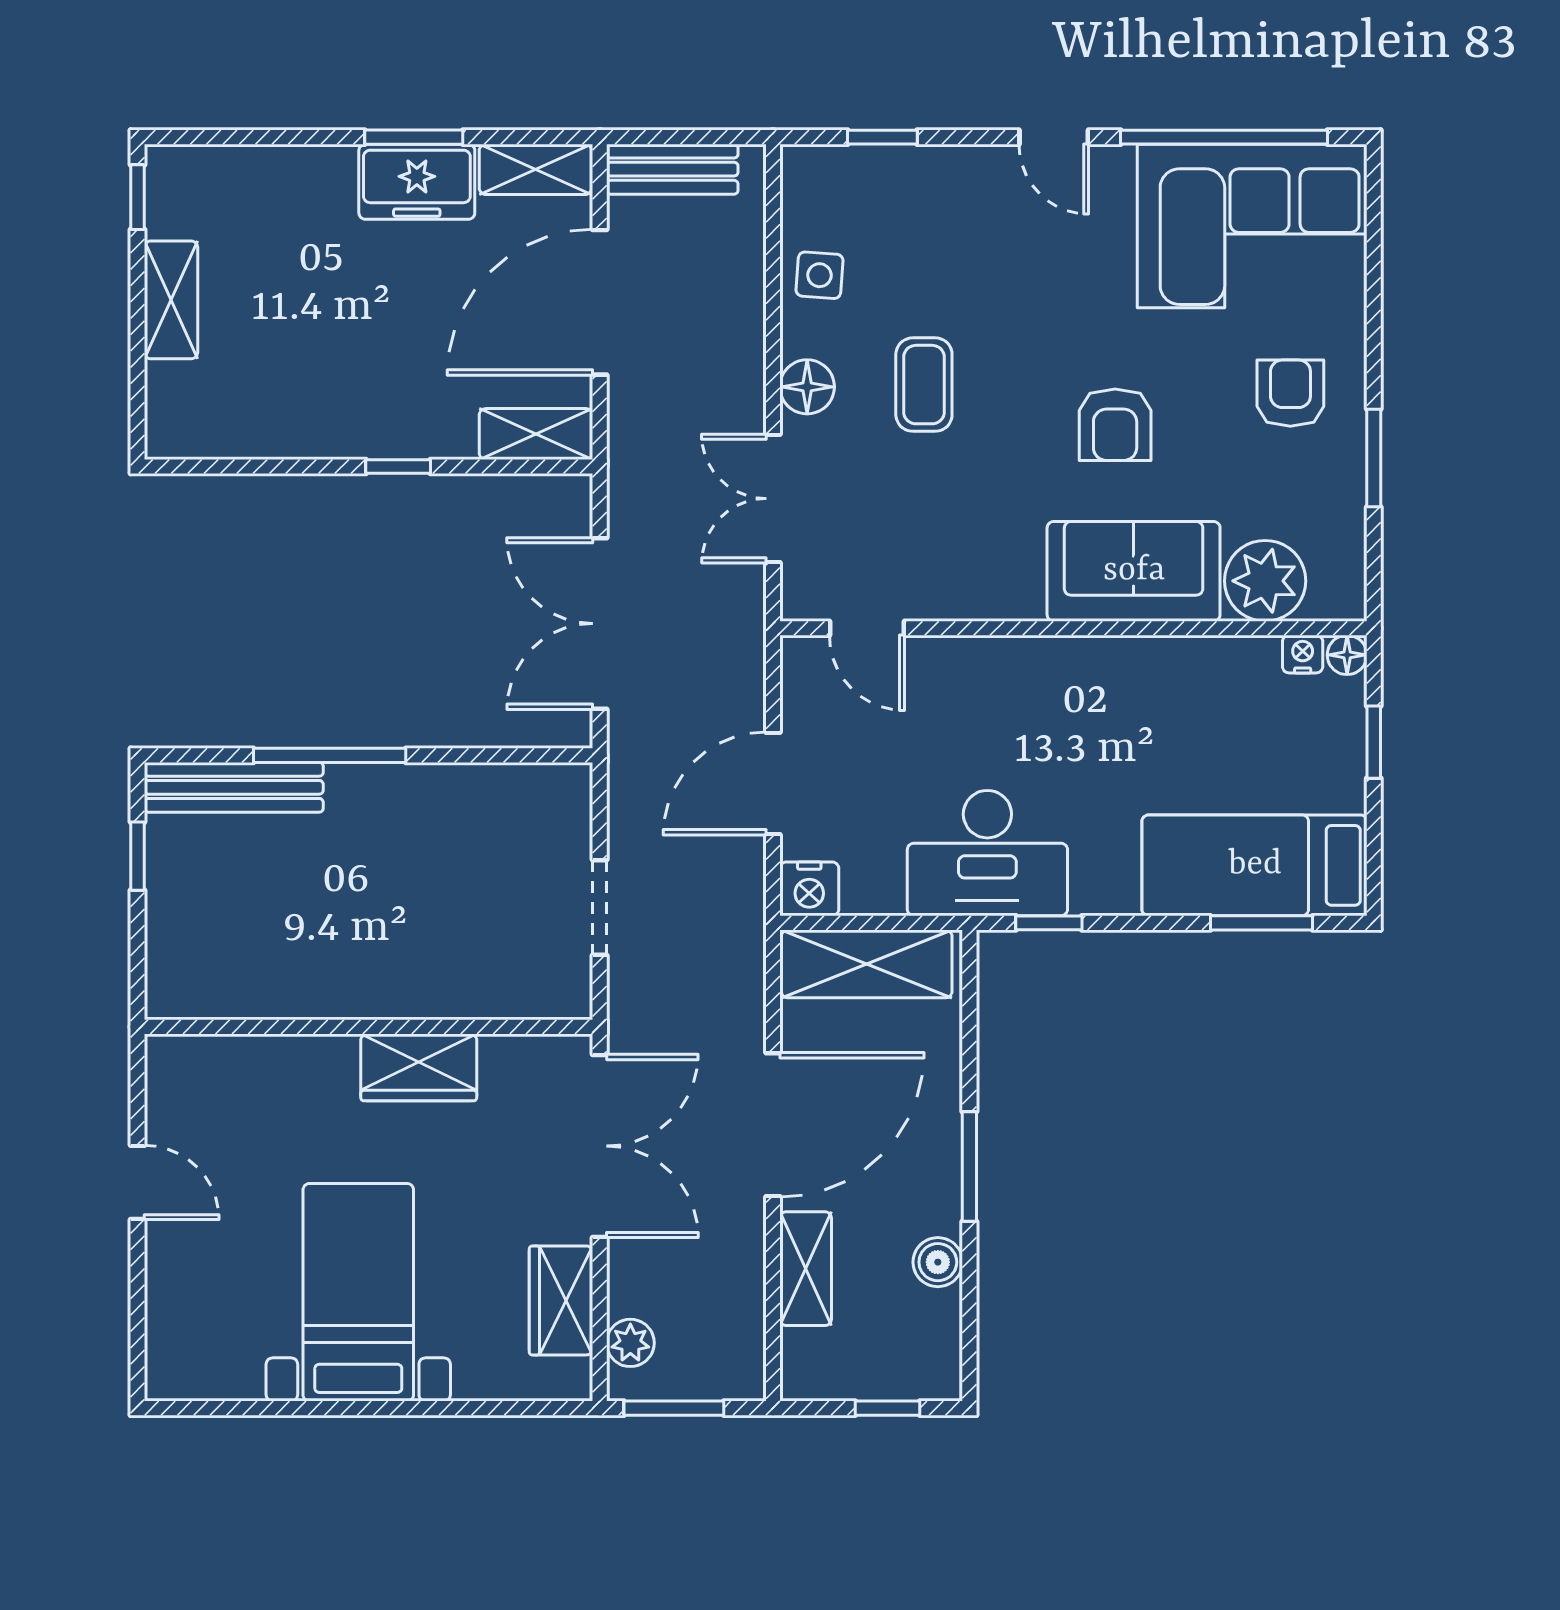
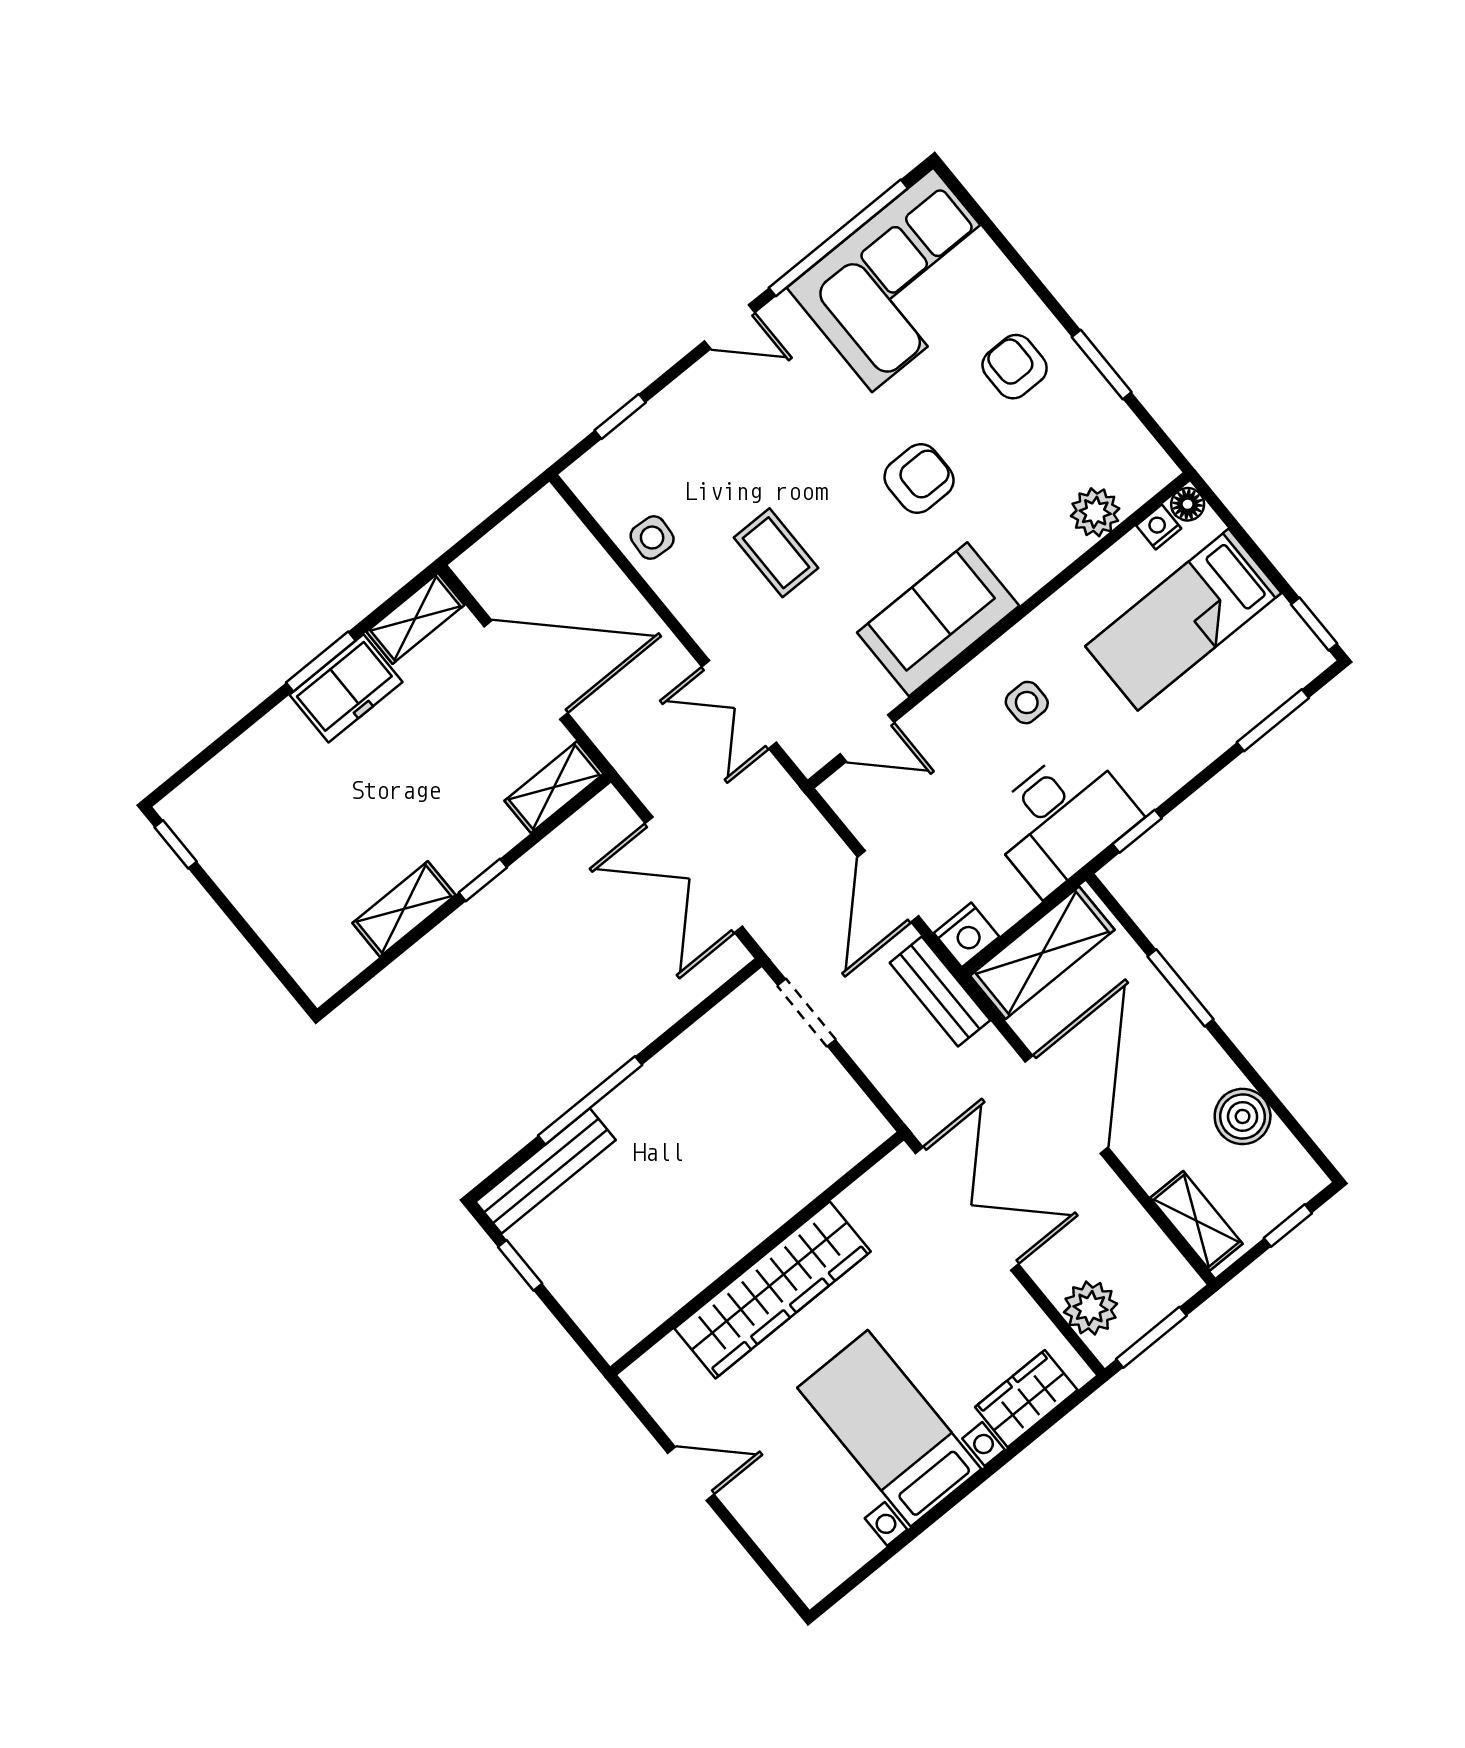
bench: (672, 169) -> (940, 992), moved, turned 90
shelving: (171, 300) -> (404, 909), moved, turned 90
door: (600, 302) -> (526, 670), swing flipped
floor lamp: (807, 387) -> (703, 615), removed
armchair: (1115, 425) -> (919, 479), turned -90
sofa: (1134, 571) -> (938, 619), moved
plant: (1265, 581) -> (1095, 512), width x0.73, depth x0.73
side table: (1044, 717) -> (1027, 703), added
window: (1374, 742) -> (1314, 624), moved
bed: (1255, 865) -> (1183, 620), moved
doorway: (600, 907) -> (807, 1013), moved
wardrobe: (419, 1067) -> (773, 1290), width x2.10, depth x1.17
window: (969, 1166) -> (1181, 988), moved
boiler: (938, 1262) -> (1243, 1116), width x1.36, depth x1.36
shelving: (806, 1269) -> (1196, 1221), moved
wardrobe: (561, 1300) -> (1026, 1399), moved, turned 90
plant: (630, 1343) -> (1090, 1308), width x1.38, depth x1.38

